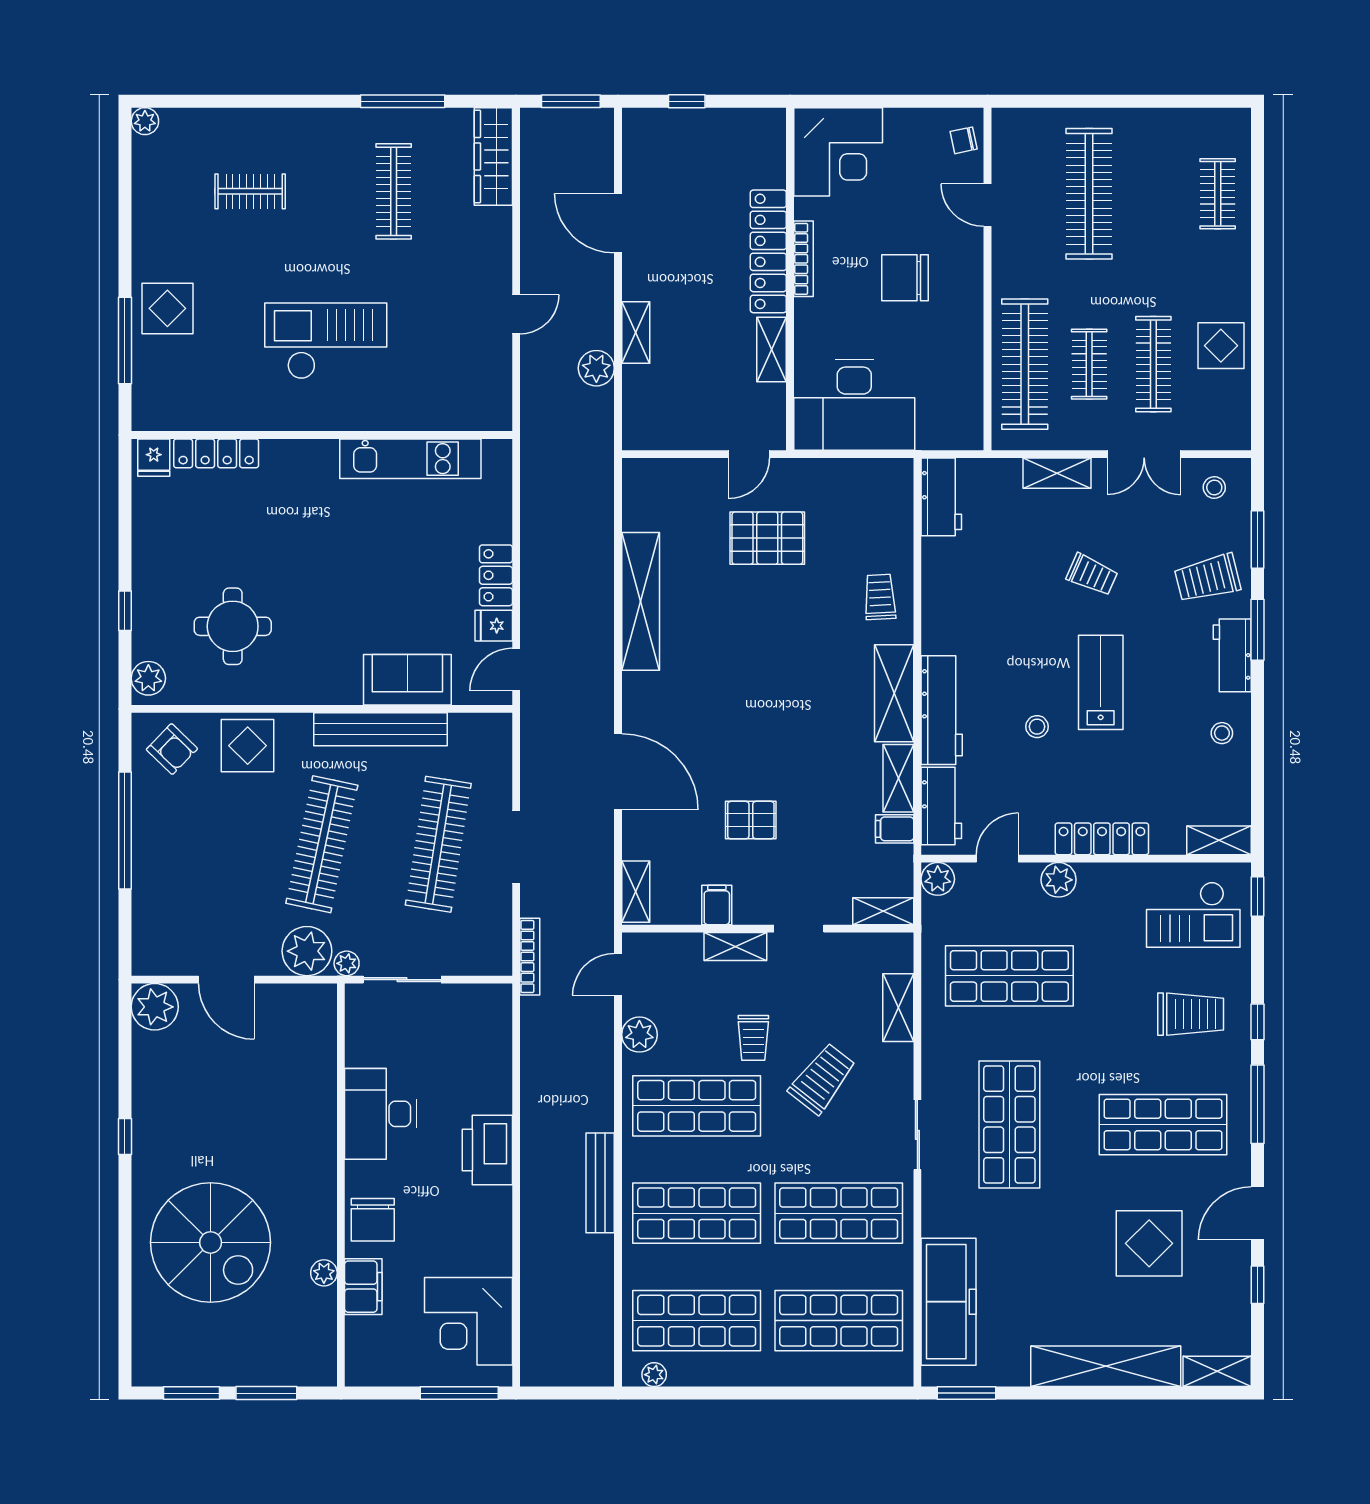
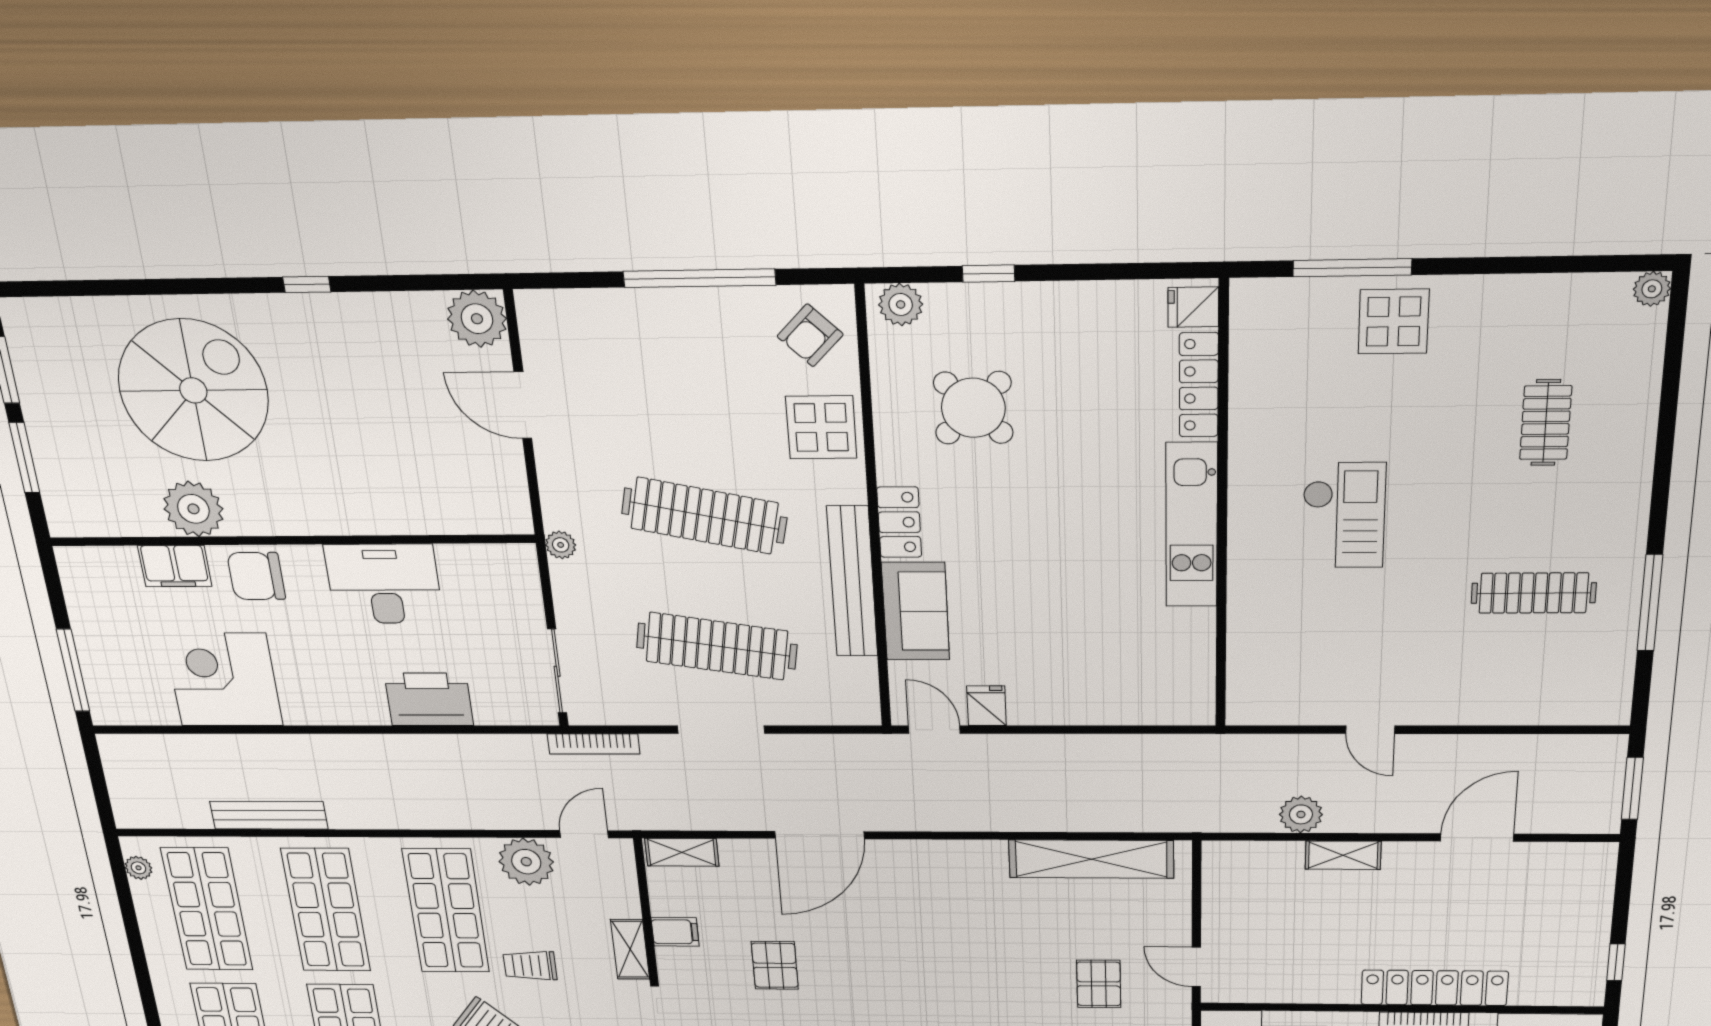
window: (687, 101) -> (1616, 962), moved
wardrobe: (493, 156) -> (1570, 705), removed
checkout: (326, 341) -> (1344, 515), width x0.73, depth x0.83
shelving: (772, 349) -> (1319, 990), removed
kitchen unit: (410, 459) -> (1192, 525), moved
pallet: (767, 538) -> (1099, 984), width x0.67, depth x0.71
locker: (496, 575) -> (899, 522), moved, turned 90
shelving: (641, 601) -> (1091, 859), moved
round table: (233, 626) -> (973, 408), turned 45
plant: (307, 951) -> (570, 500), removed
door: (618, 974) -> (584, 834), hinge flipped
door: (226, 980) -> (523, 405), hinge flipped
sliding door: (402, 980) -> (557, 671), moved
plant: (639, 1035) -> (526, 862), width x1.36, depth x1.36
printer: (487, 1150) -> (429, 699), moved
bench: (600, 1183) -> (269, 815), moved
spiral stairs: (211, 1242) -> (193, 390), turned 180
plant: (324, 1273) -> (193, 509), width x1.88, depth x1.88
corner desk: (468, 1321) -> (223, 680), moved

